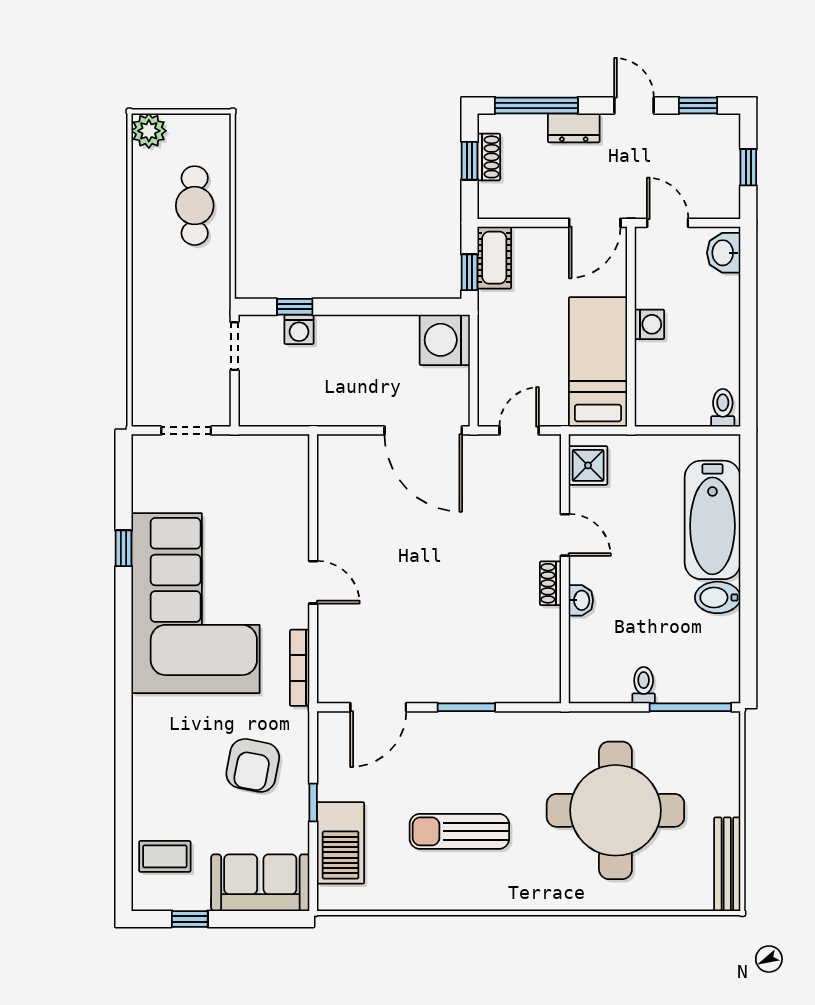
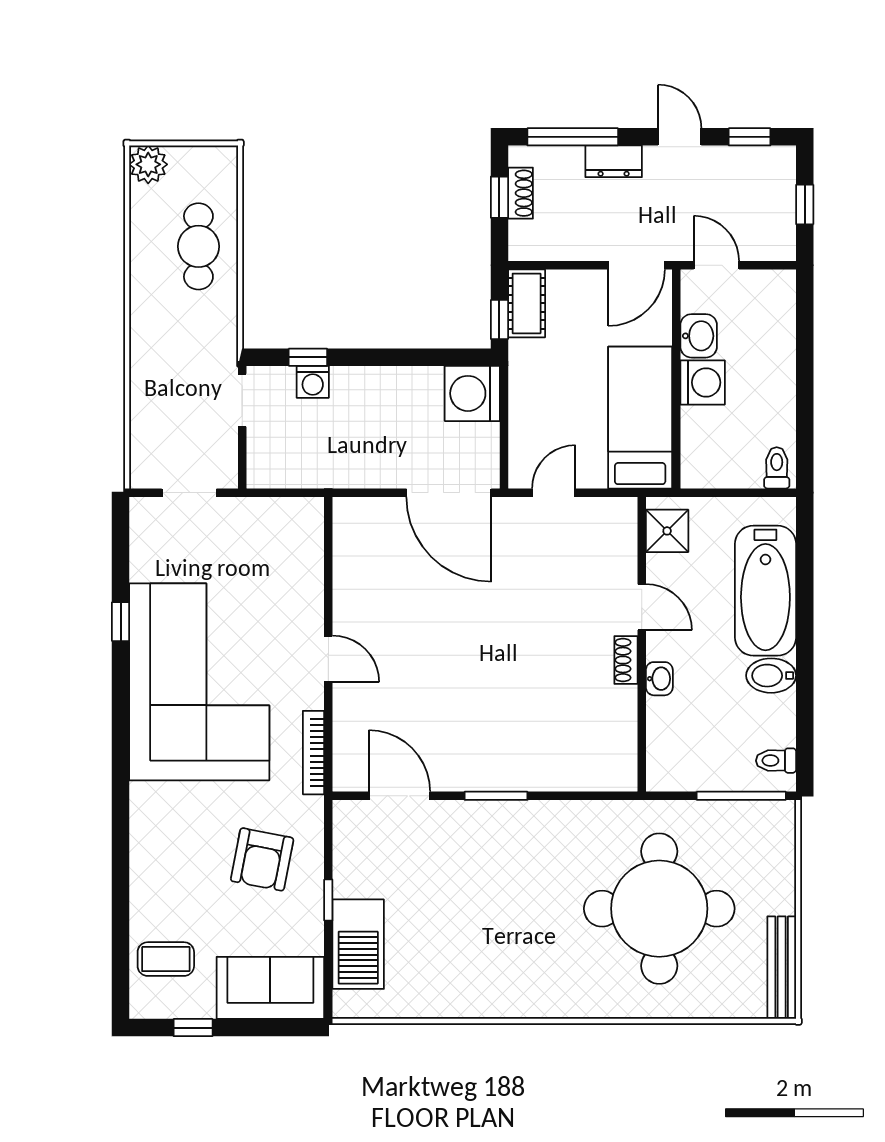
washbasin: (724, 253) -> (699, 336), moved, turned 180
washing machine: (649, 324) -> (703, 382), width x1.38, depth x1.38
shower: (588, 465) -> (667, 531), moved
door: (565, 535) -> (642, 607), moved
wall: (565, 569) -> (642, 644), moved
shoe rack: (550, 583) -> (626, 660), moved
washbasin: (581, 600) -> (659, 679), moved
toilet: (644, 685) -> (776, 761), moved, turned -90
door: (378, 707) -> (399, 796), swing flipped
sun lounger: (459, 831) -> (488, 932), removed

